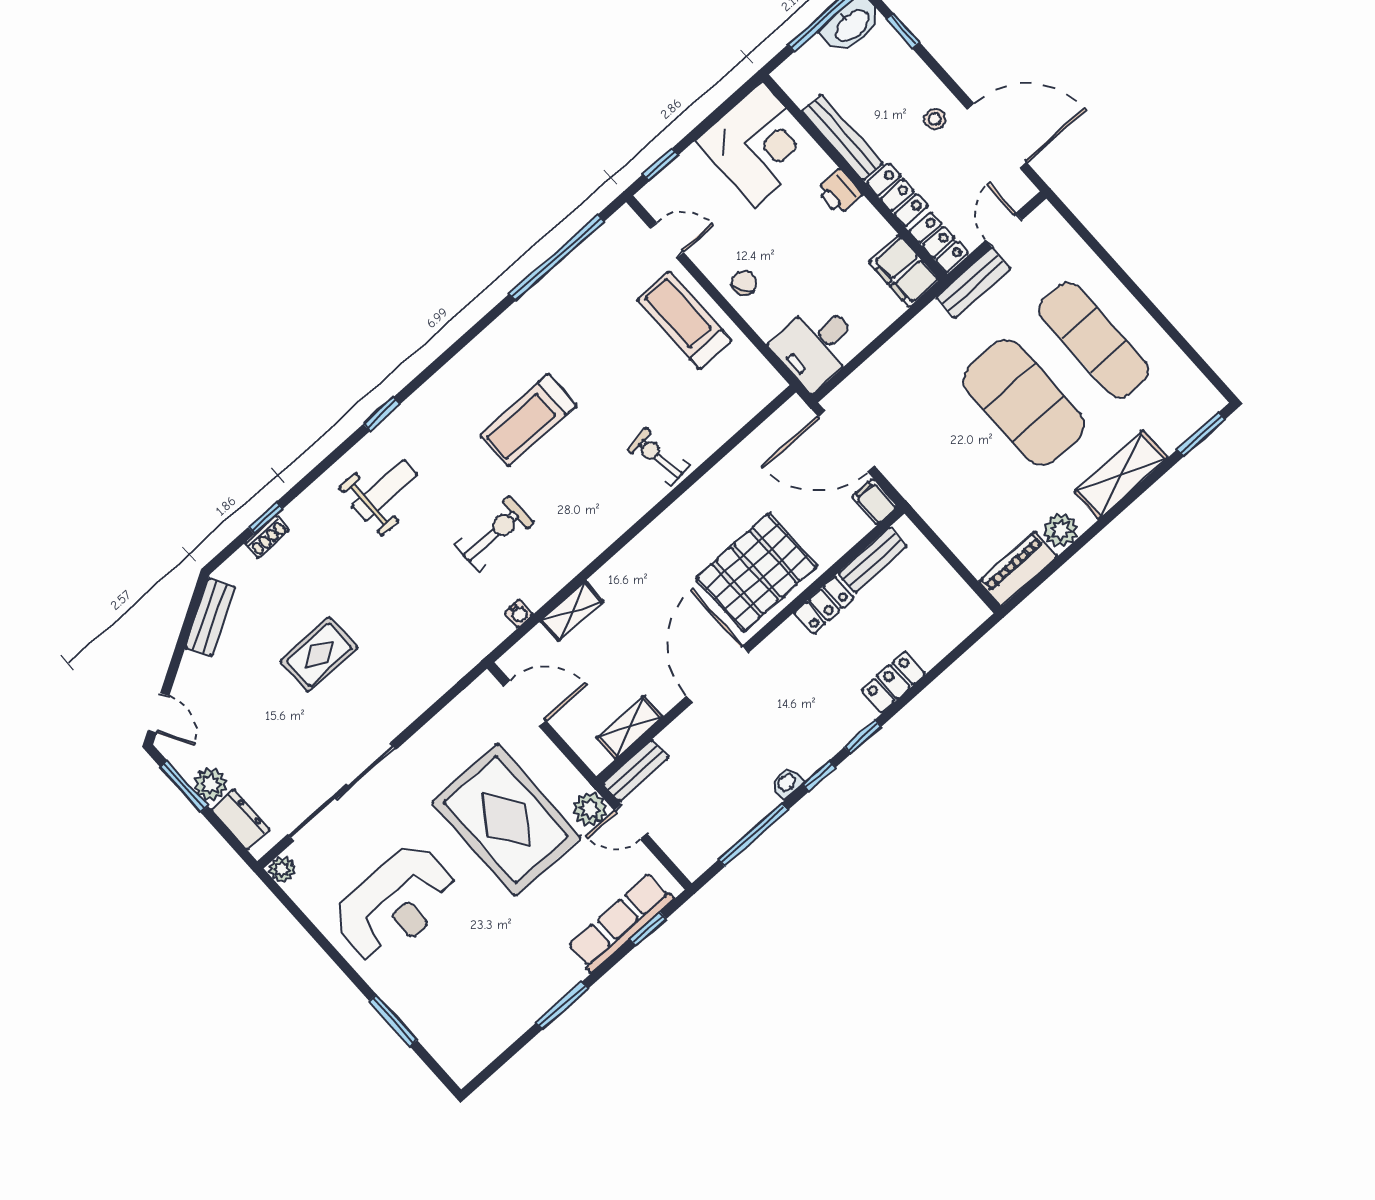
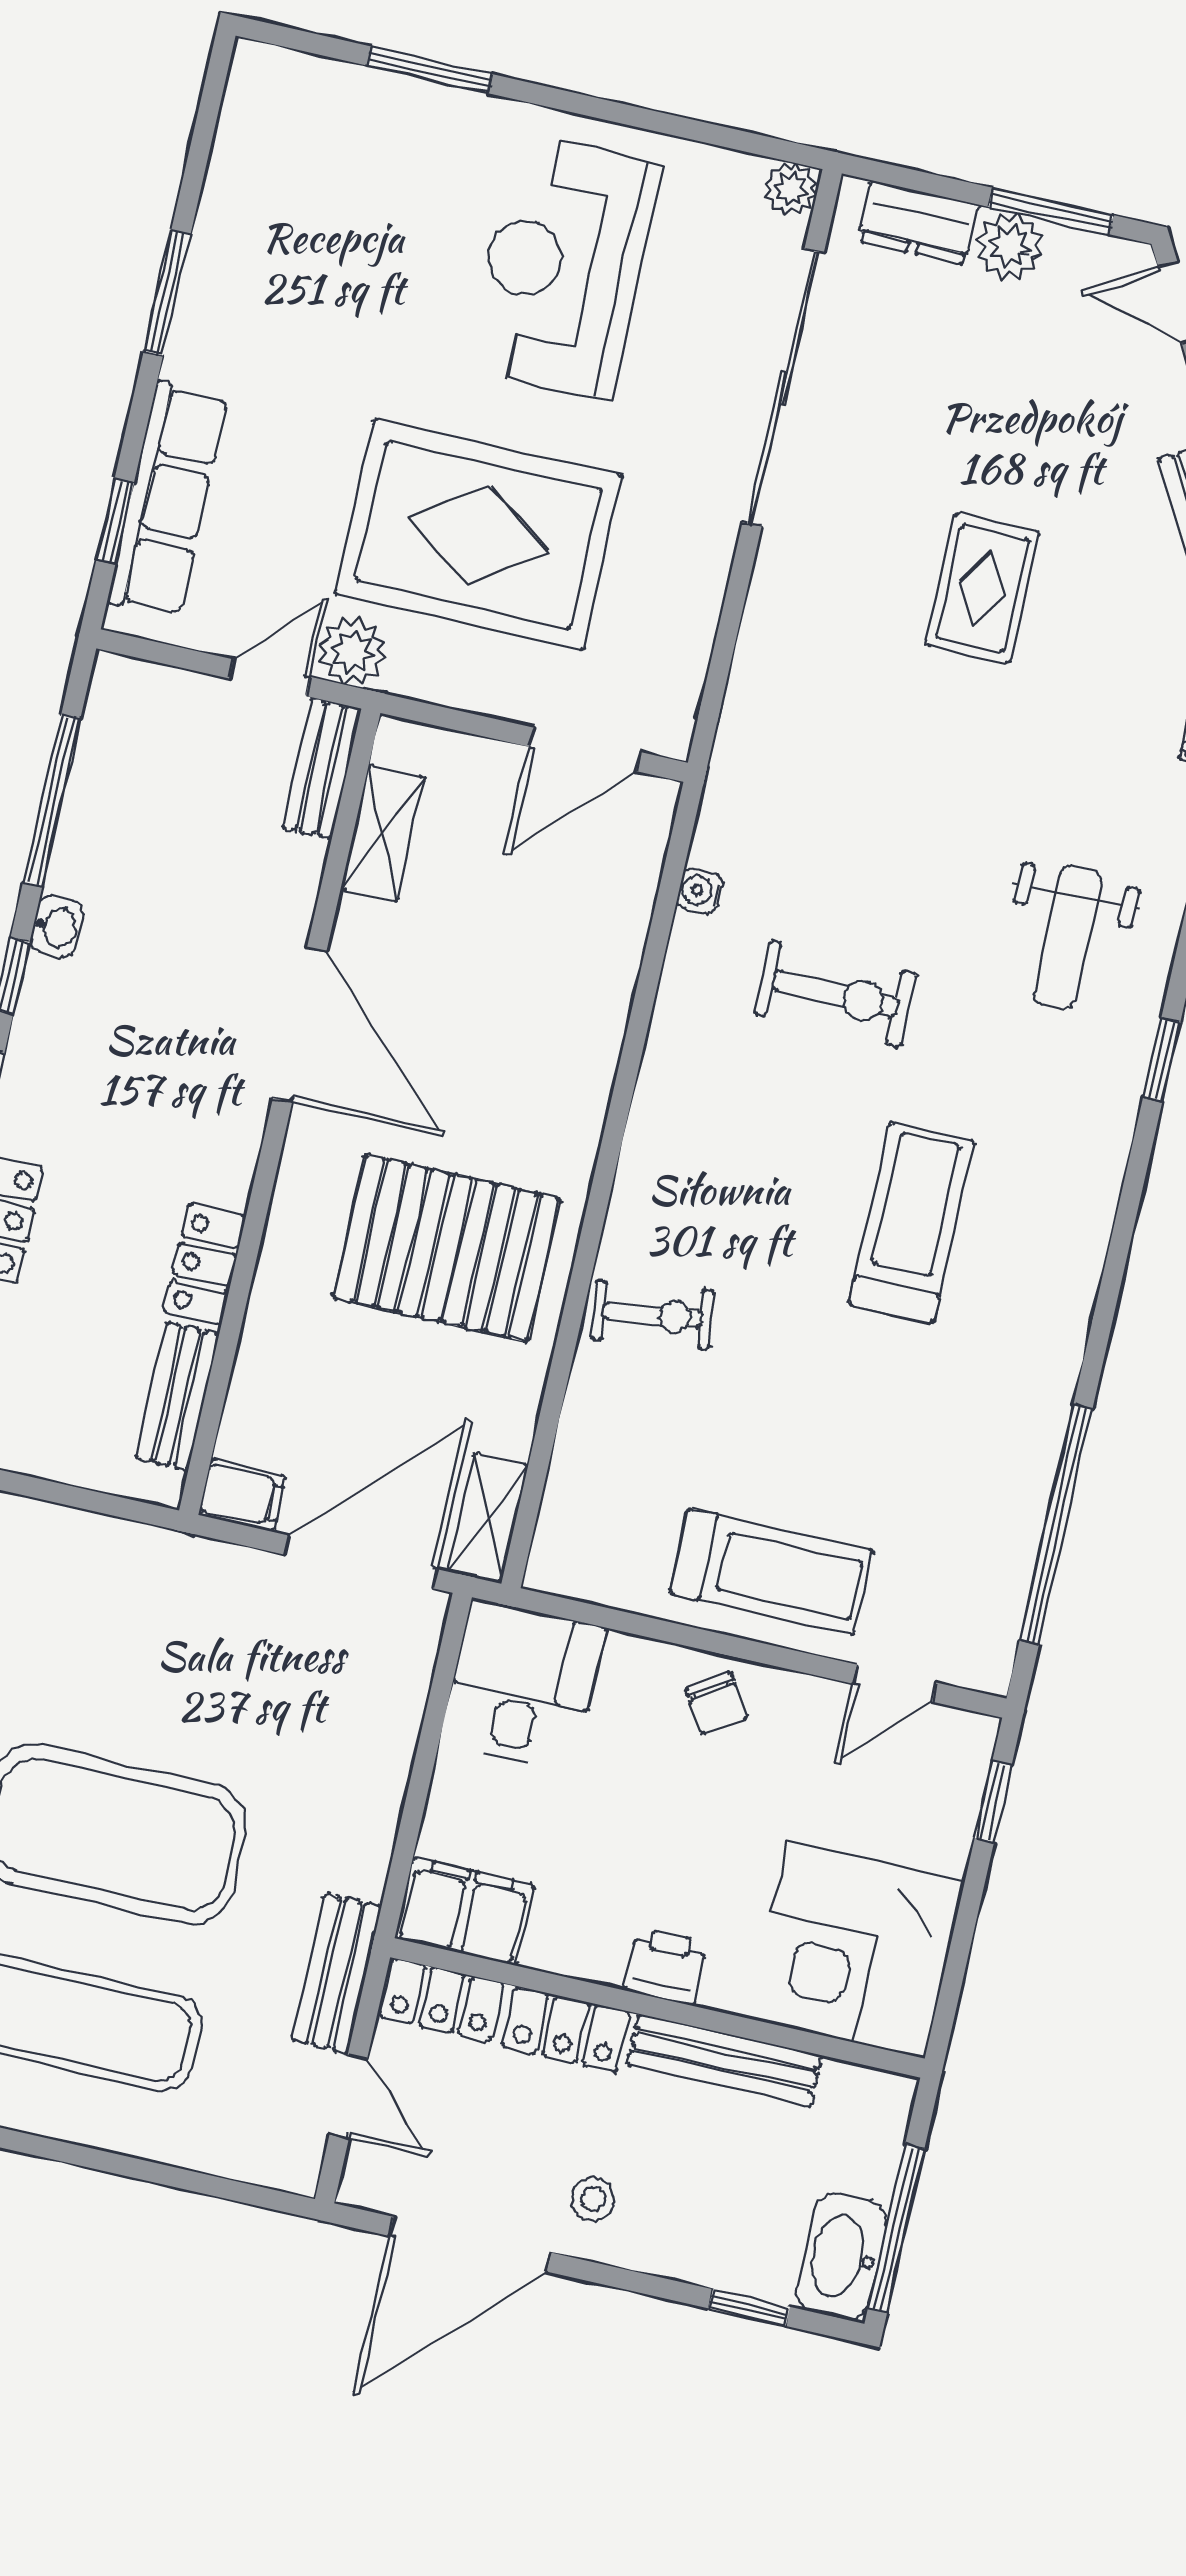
exercise bike: (494, 534) -> (835, 994), turned -90
pallet: (756, 572) -> (446, 1248), moved, turned 90
shelving: (572, 611) -> (488, 1518), moved

